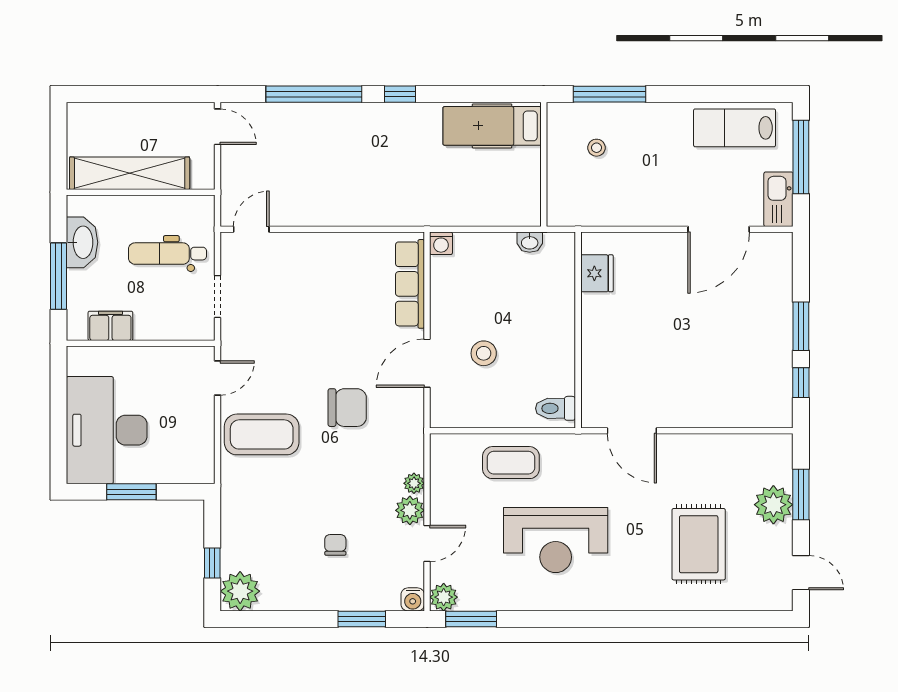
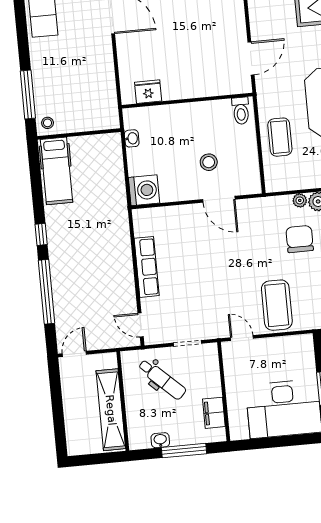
stool: (597, 148) -> (48, 123), moved
washbasin: (82, 242) -> (160, 440), width x0.52, depth x0.69
washing machine: (441, 243) -> (144, 190), width x1.89, depth x1.89
dental chair: (167, 254) -> (162, 379), turned -47
row of seats: (410, 284) -> (147, 267), moved, turned -90
chair: (347, 408) -> (300, 239), moved

